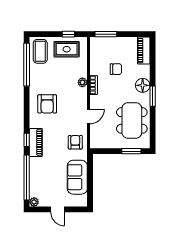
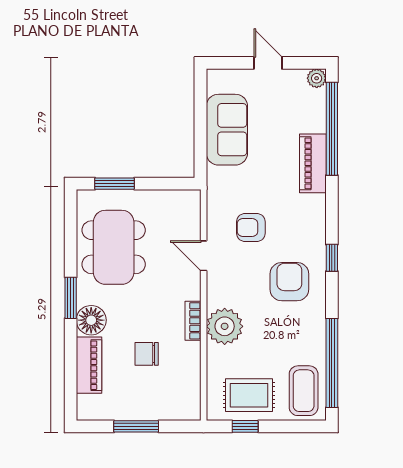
window: (106, 34) -> (136, 426), moved
piano: (144, 51) -> (89, 365), moved
plant: (82, 82) -> (225, 326), width x1.88, depth x1.88
door: (89, 116) -> (204, 256), hinge flipped
window: (27, 140) -> (332, 258), moved
piano: (36, 142) -> (313, 163), moved
armchair: (75, 142) -> (251, 228), moved, turned 90

